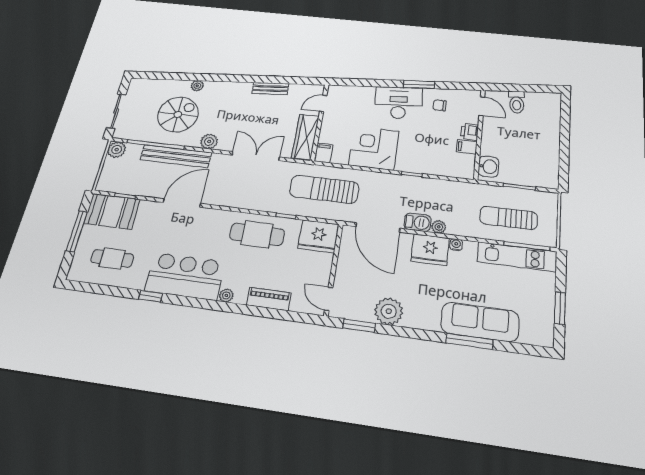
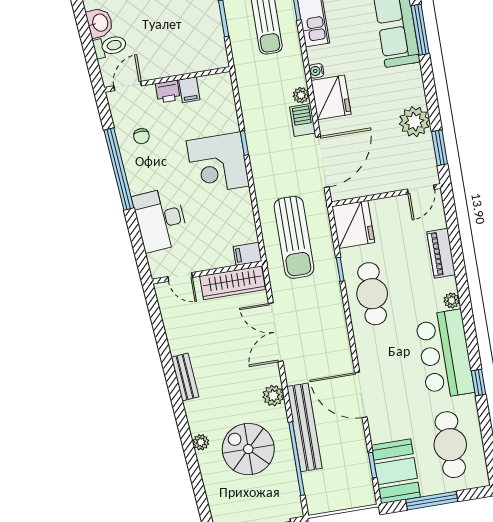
window: (419, 85) -> (119, 169), width x2.11
bench: (270, 89) -> (185, 377), moved
desk: (398, 103) -> (161, 220), moved
corner desk: (374, 148) -> (218, 163), moved
plant: (117, 150) -> (317, 503), removed
washbasin: (488, 167) -> (100, 23), moved, turned 85
cafe table: (112, 258) -> (450, 445), width x1.37, depth x1.35

